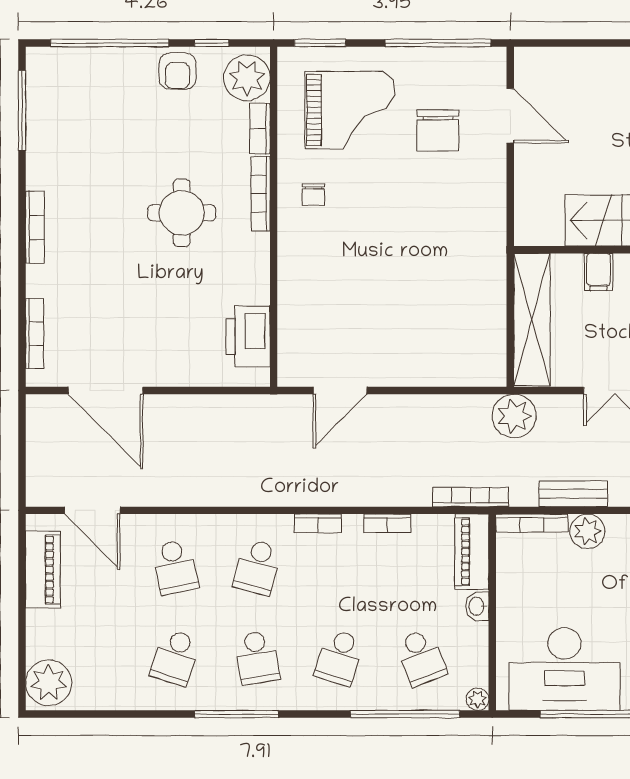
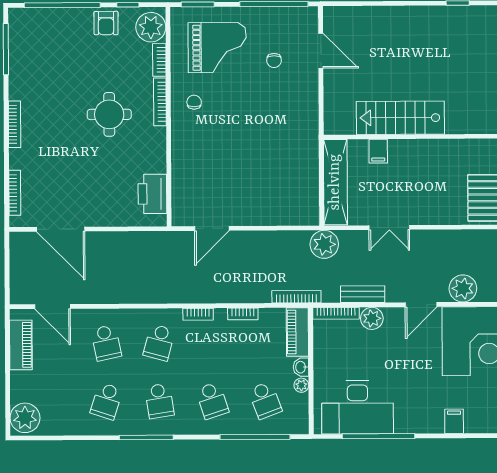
chair: (438, 130) -> (274, 60), width x0.54, depth x0.54
chair: (313, 195) -> (194, 102), turned 180
school desk: (339, 657) -> (212, 401), turned -36
plant: (478, 699) -> (301, 385), moved

